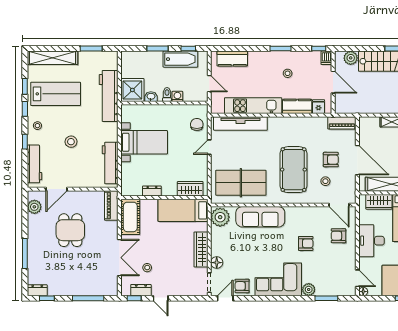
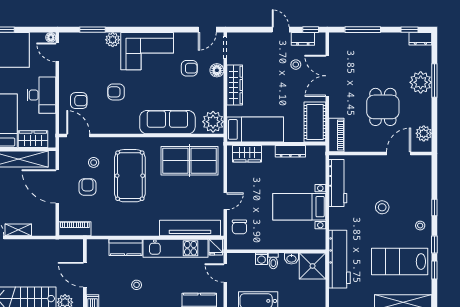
fridge: (319, 107) -> (216, 247), moved
armchair: (331, 160) -> (88, 187), turned 90
workbench: (34, 164) -> (424, 182), removed
dresser: (152, 191) -> (290, 151), width x1.44
plant: (37, 252) -> (421, 82), added
armchair: (242, 286) -> (189, 68), moved

